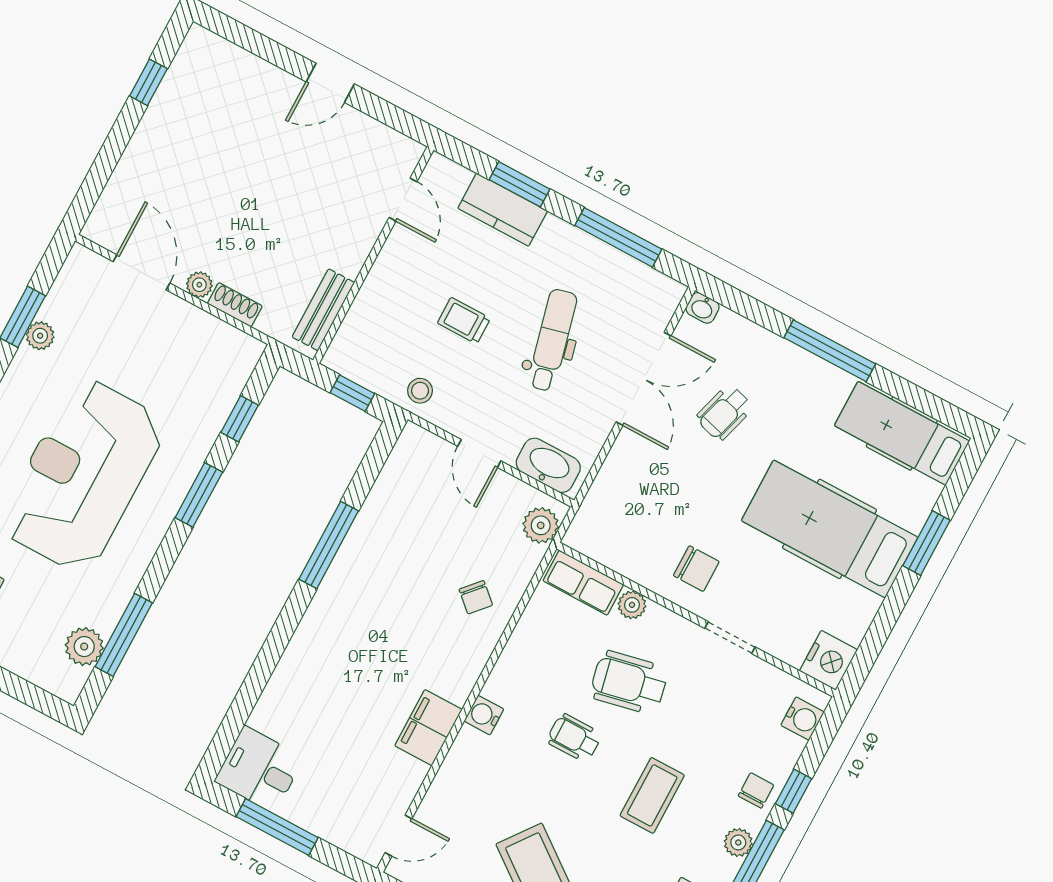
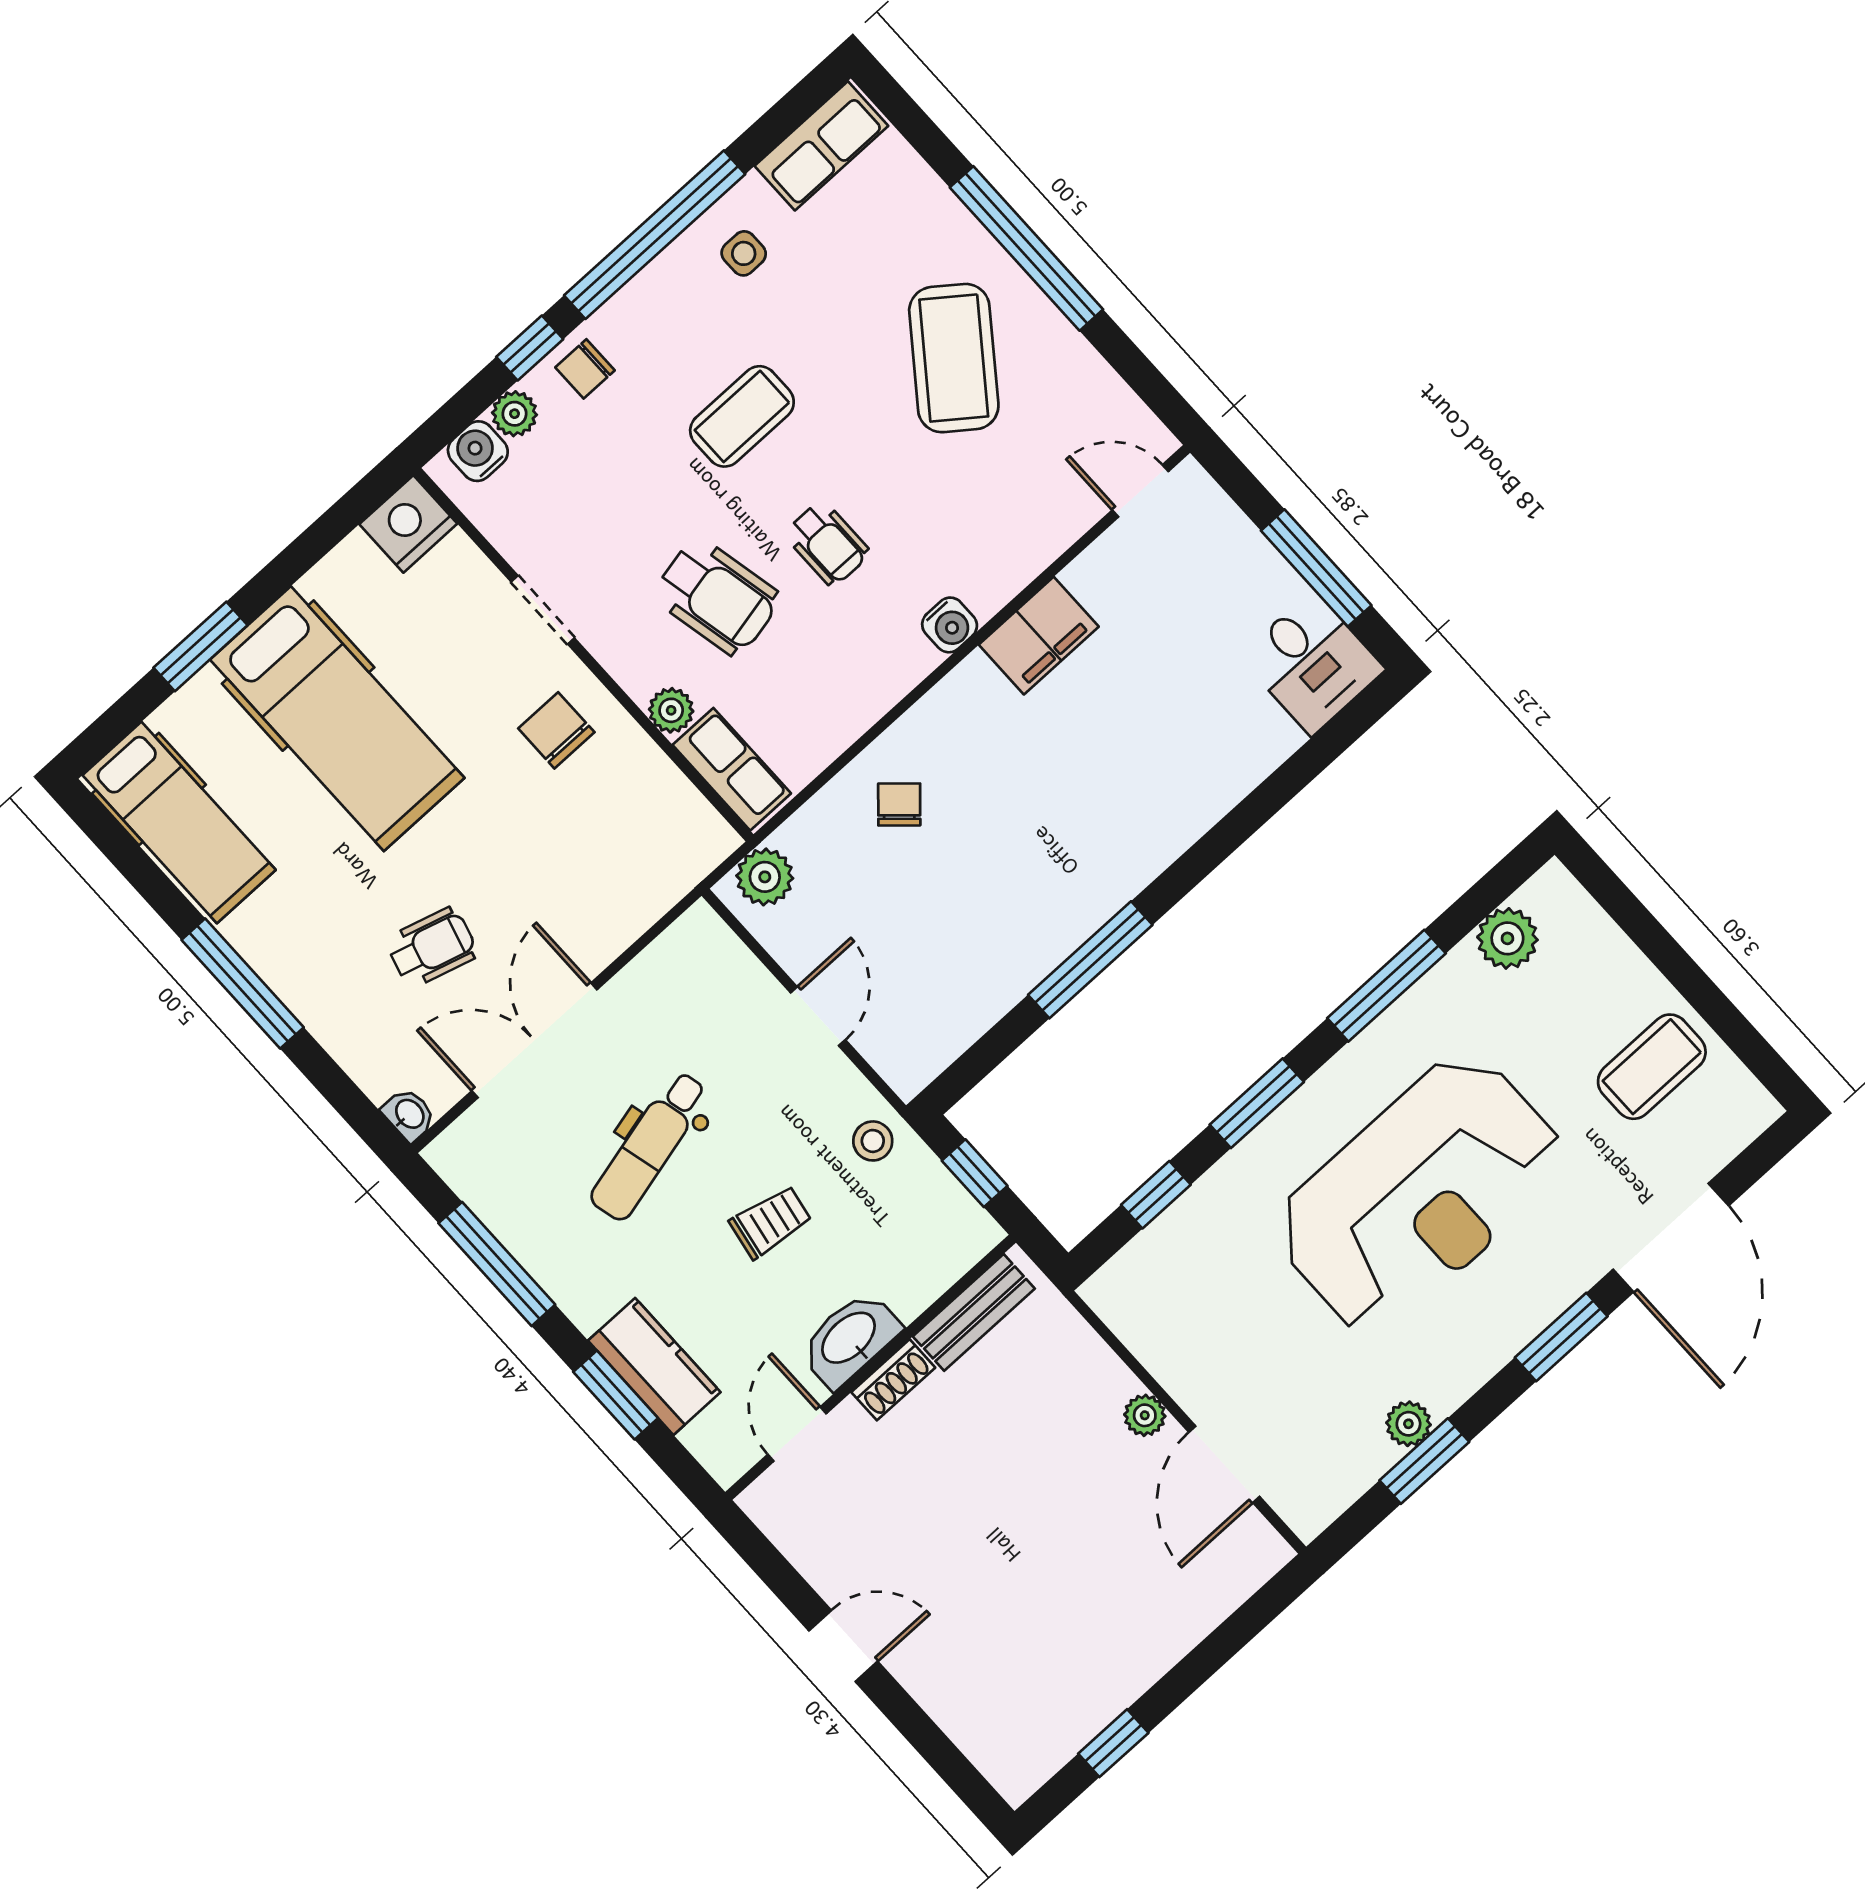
shoe rack: (235, 305) -> (893, 1380), moved, turned -90
trolley: (464, 321) -> (771, 1222), turned -80
washbasin: (548, 465) -> (850, 1339), moved, turned 90
window: (124, 635) -> (1386, 986), moved
plant: (738, 842) -> (515, 414), moved

